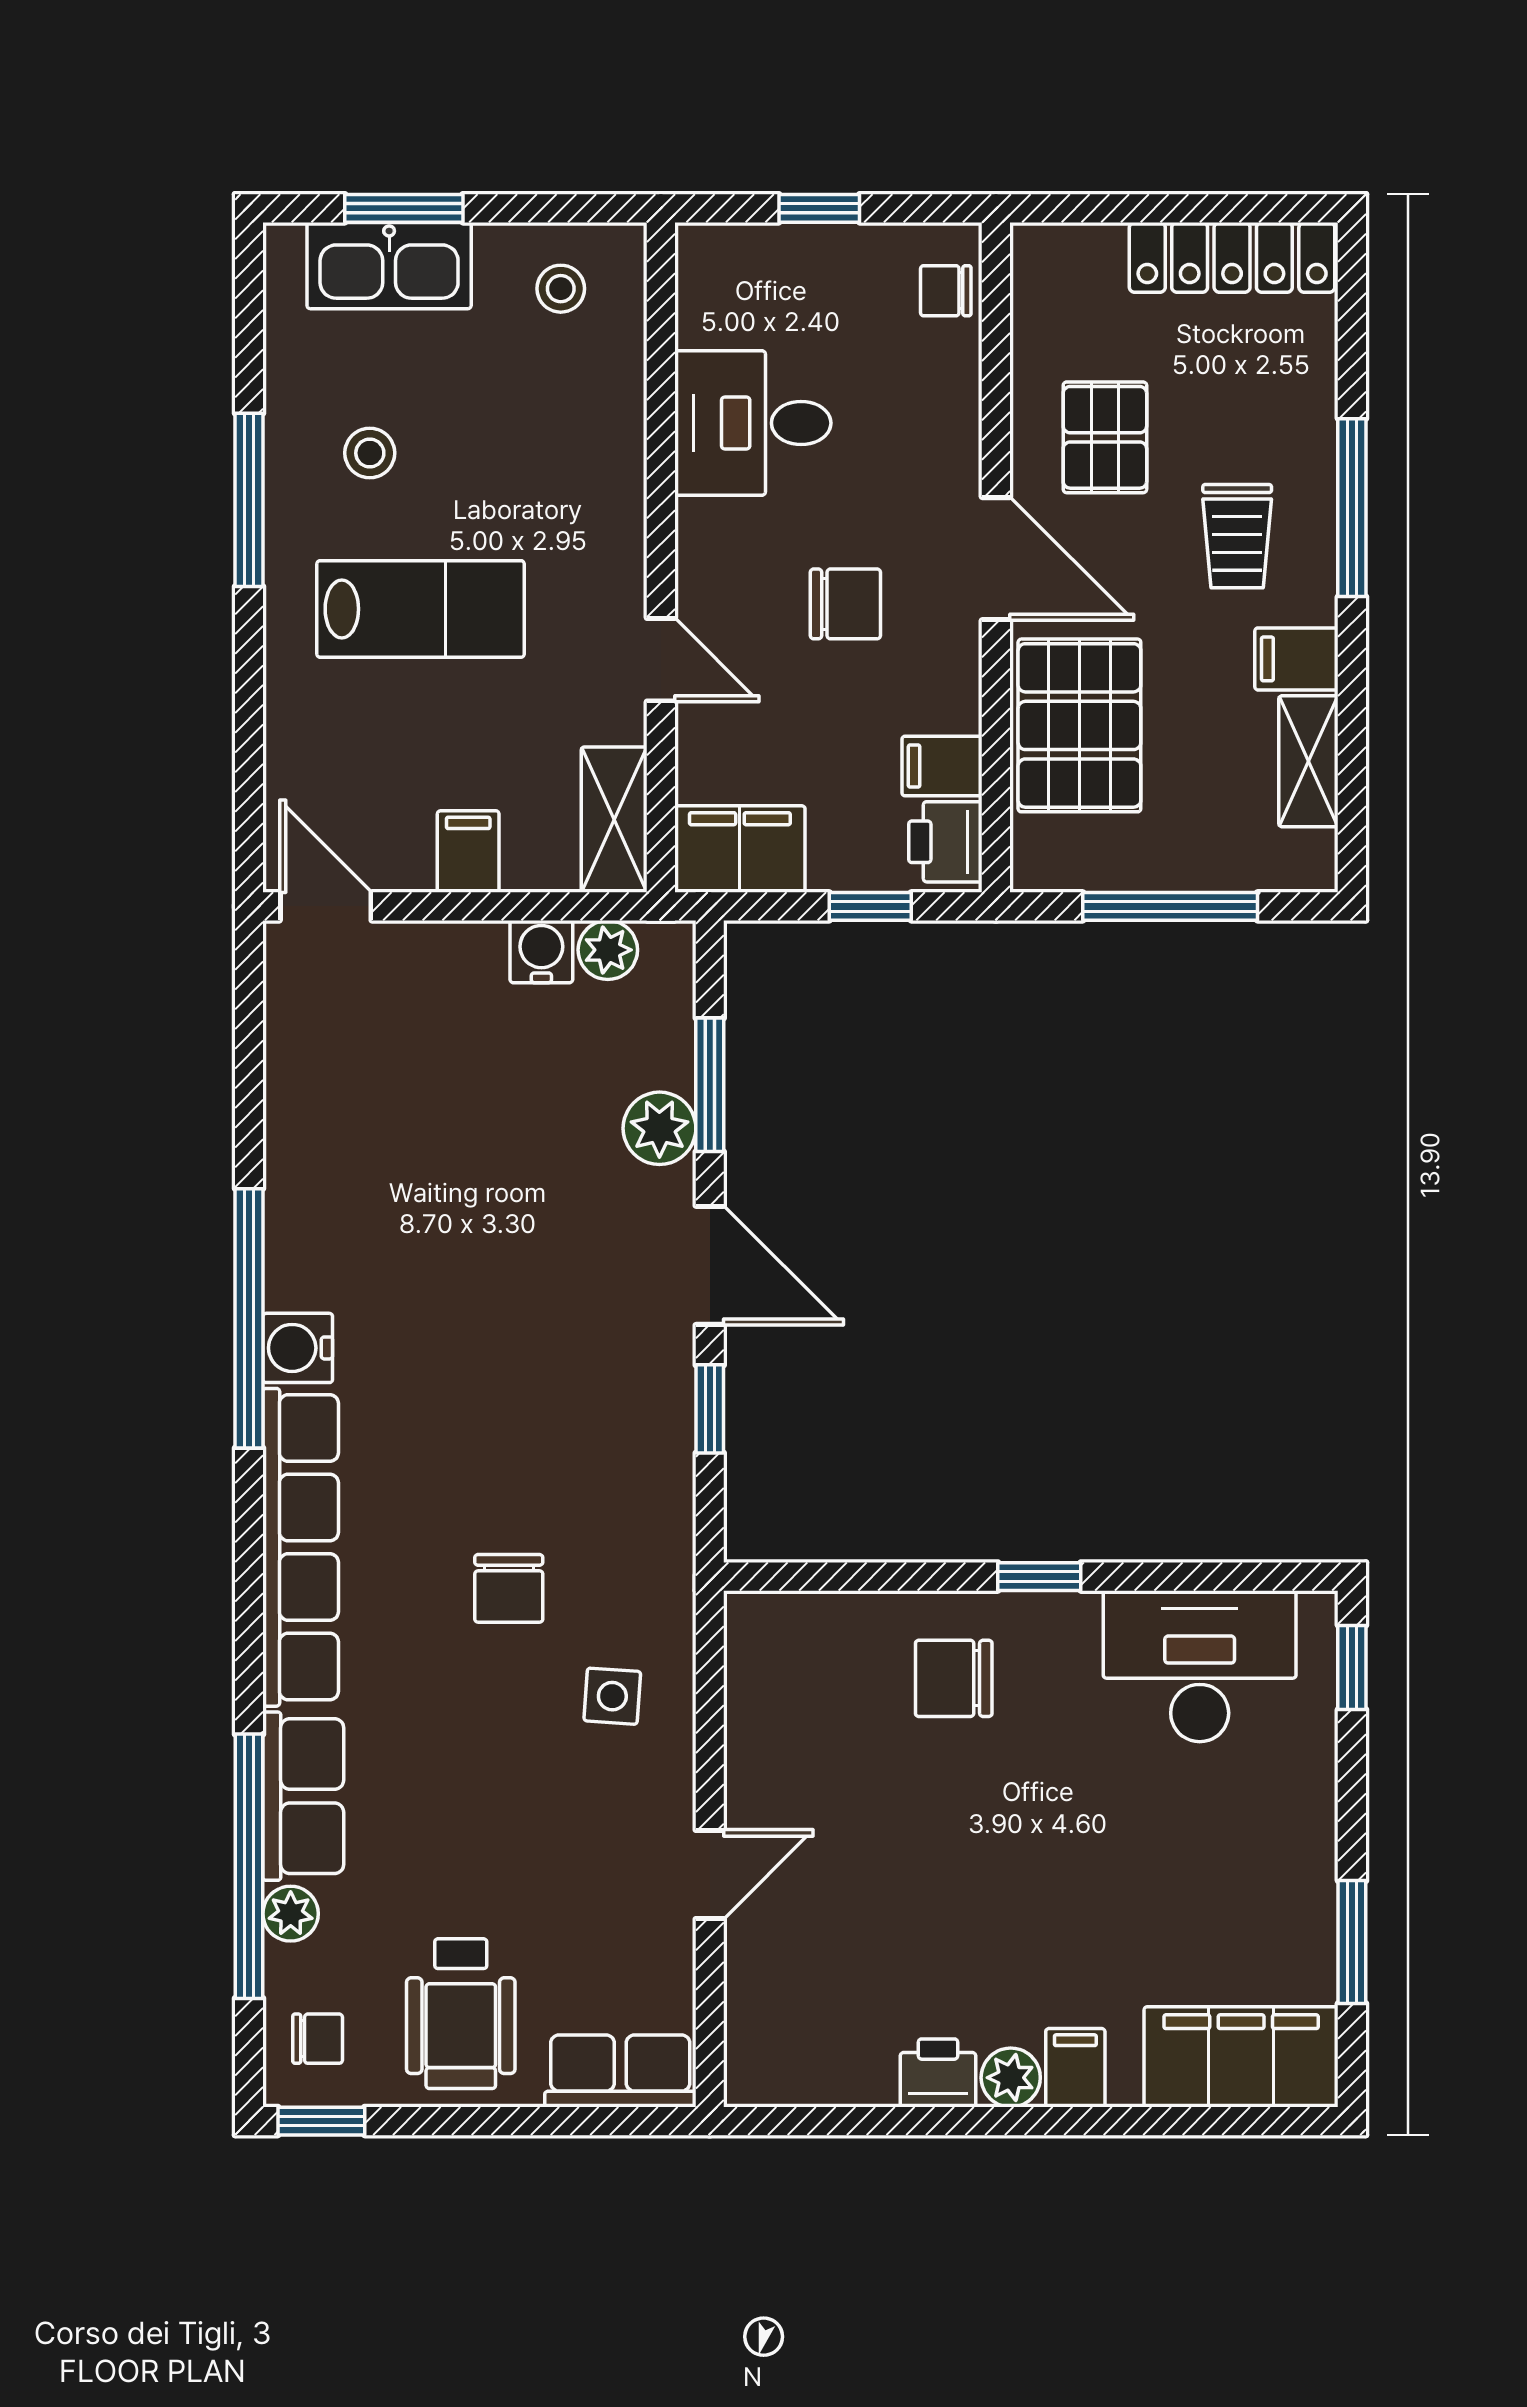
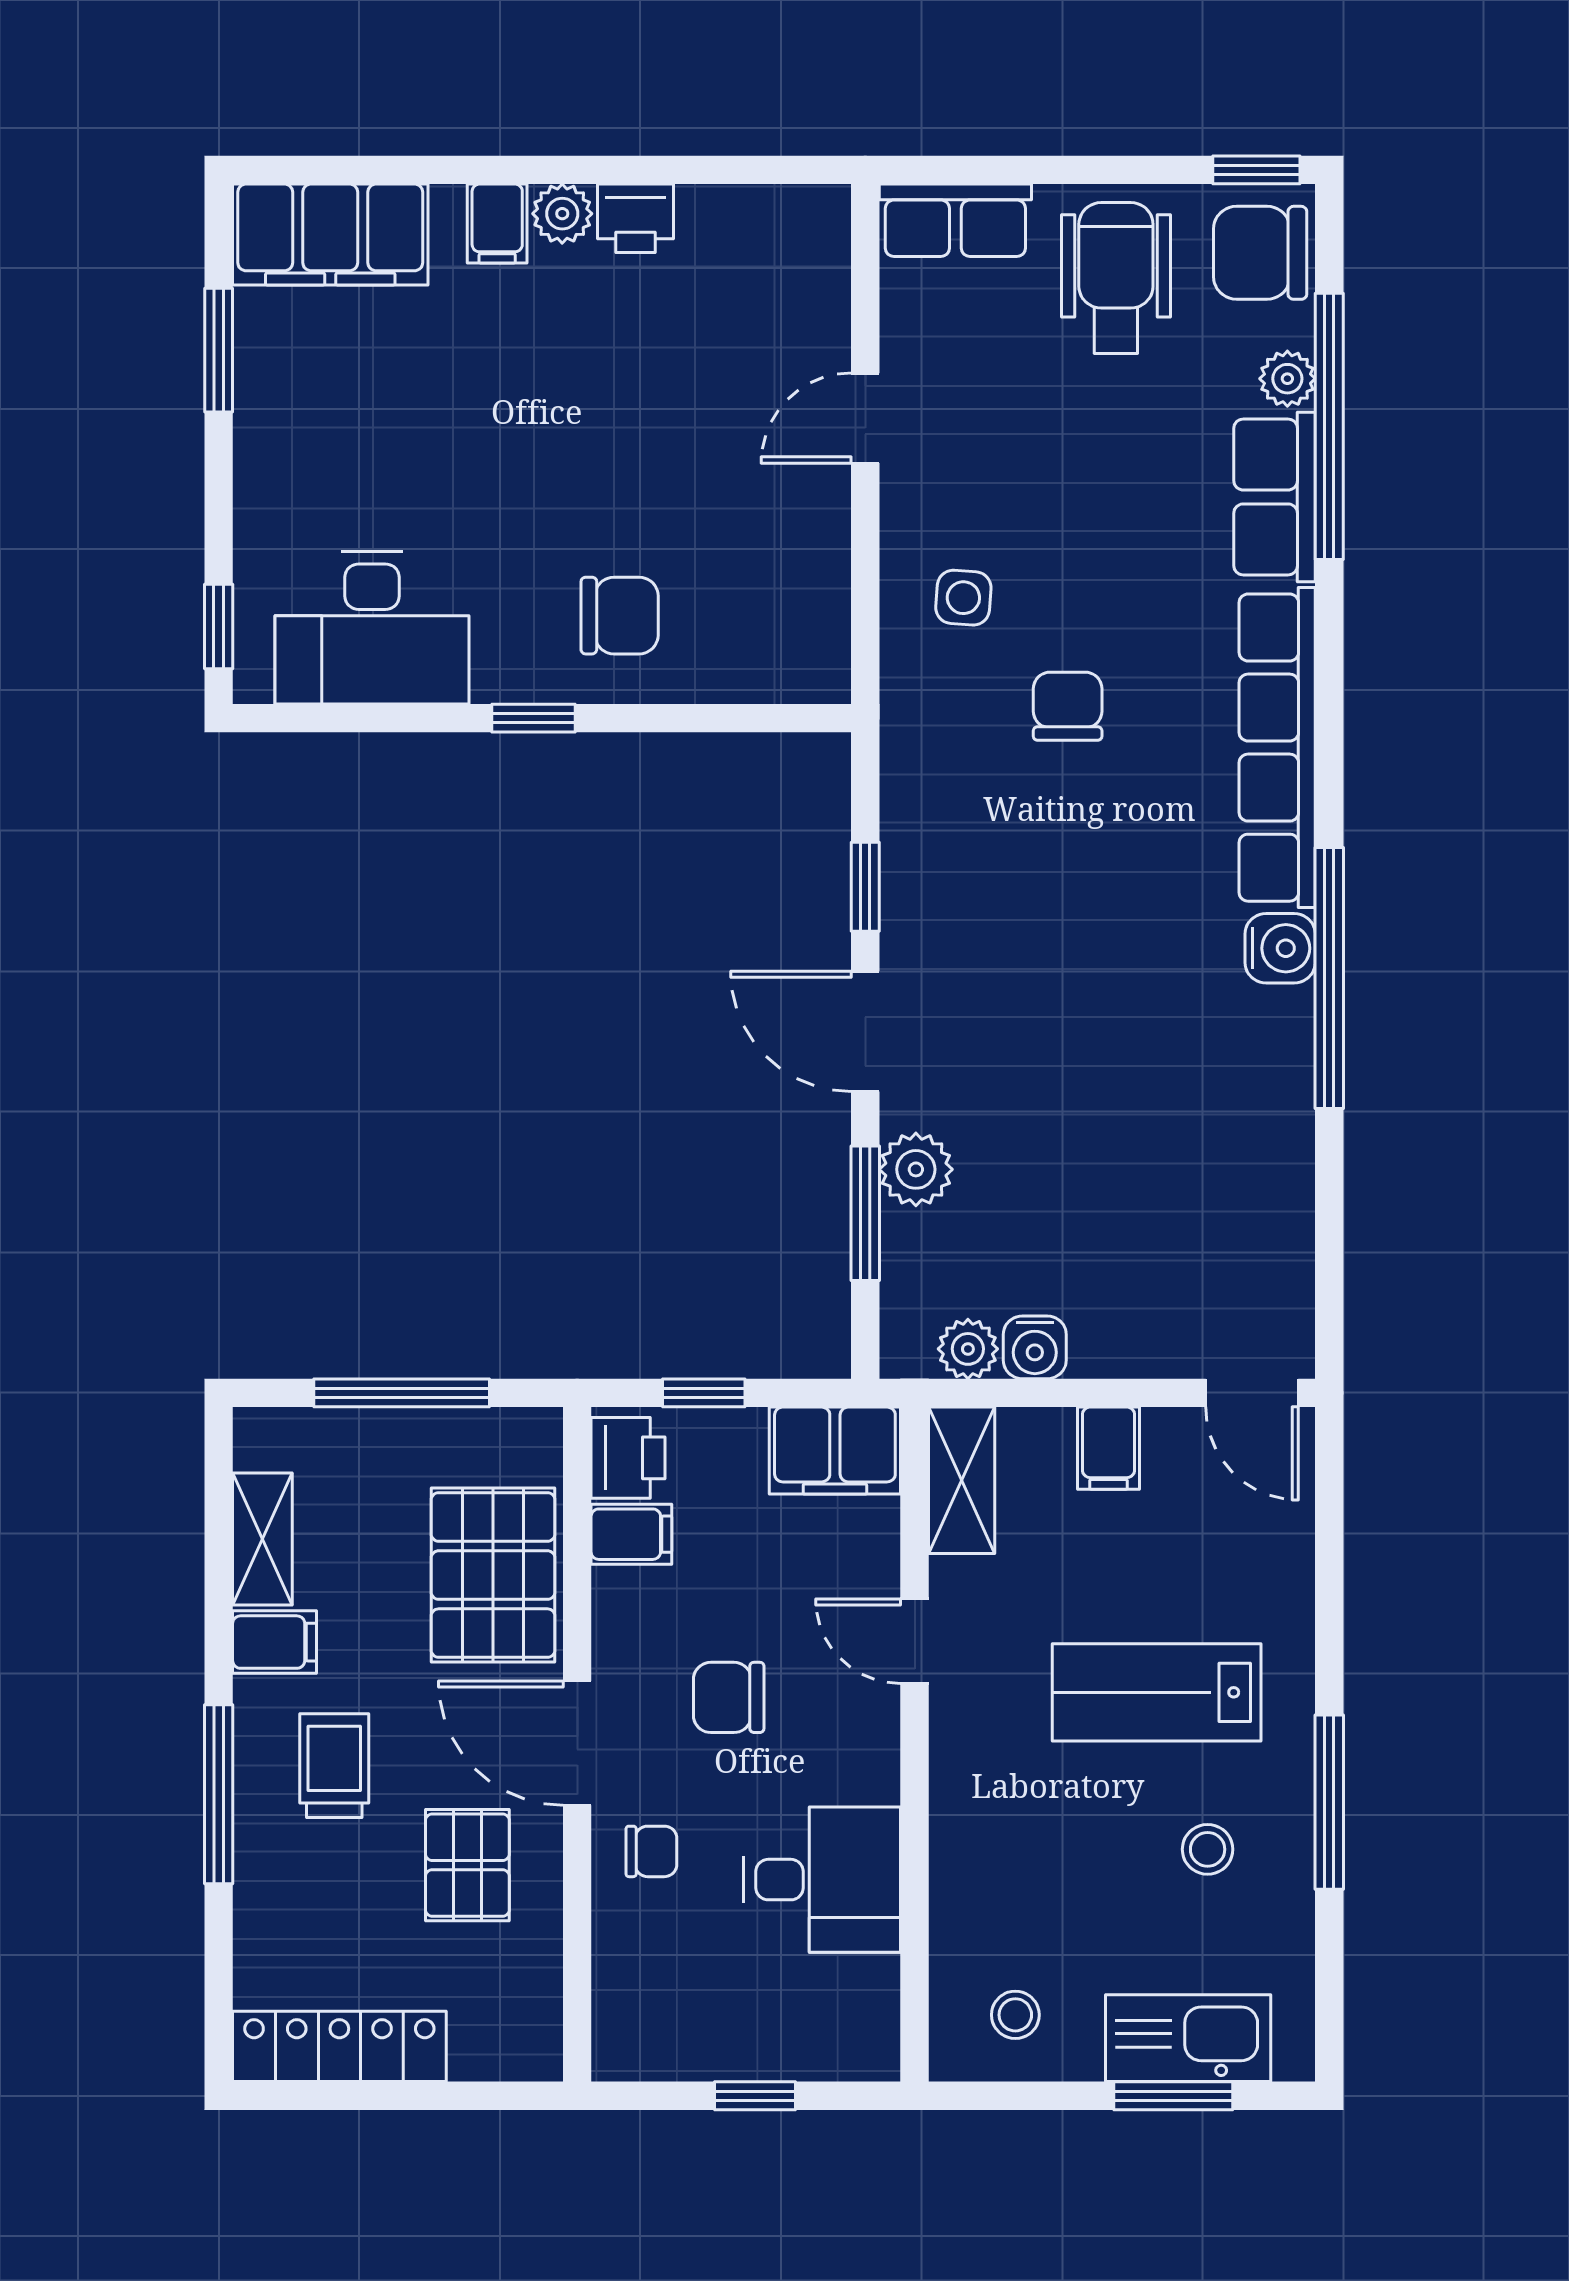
chair: (946, 291) -> (651, 1851), moved
chair: (318, 2039) -> (1260, 253), width x1.87, depth x1.87

